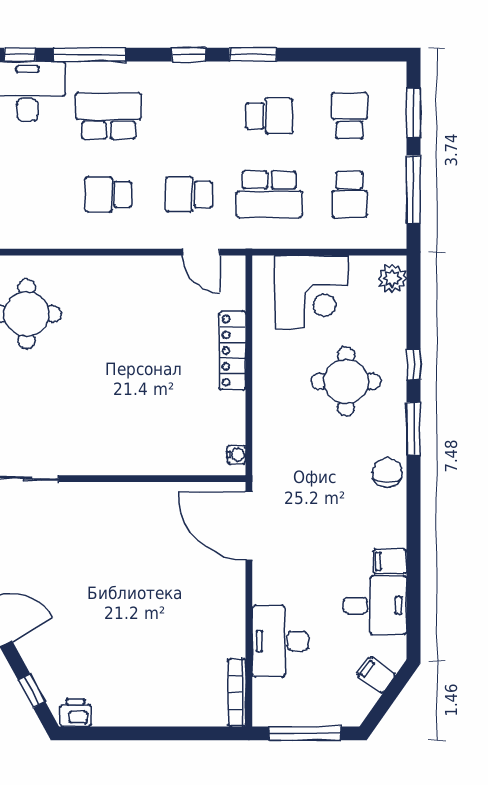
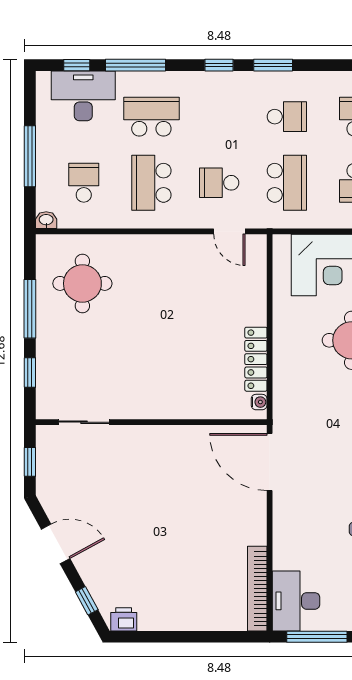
school desk: (28, 194) -> (84, 183), added
school desk: (108, 194) -> (151, 183), width x1.85
school desk: (269, 194) -> (287, 183), turned -90
locker: (233, 351) -> (256, 359), moved
desk: (280, 641) -> (296, 601), moved
bookcase: (237, 693) -> (257, 589), width x1.48, depth x1.31

